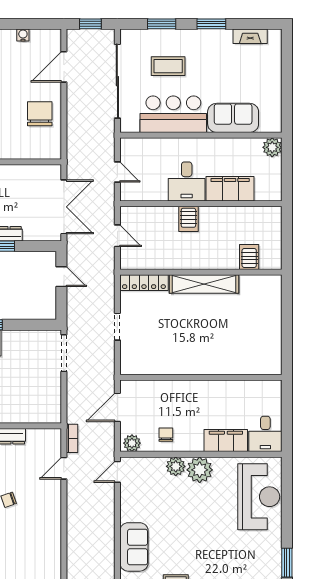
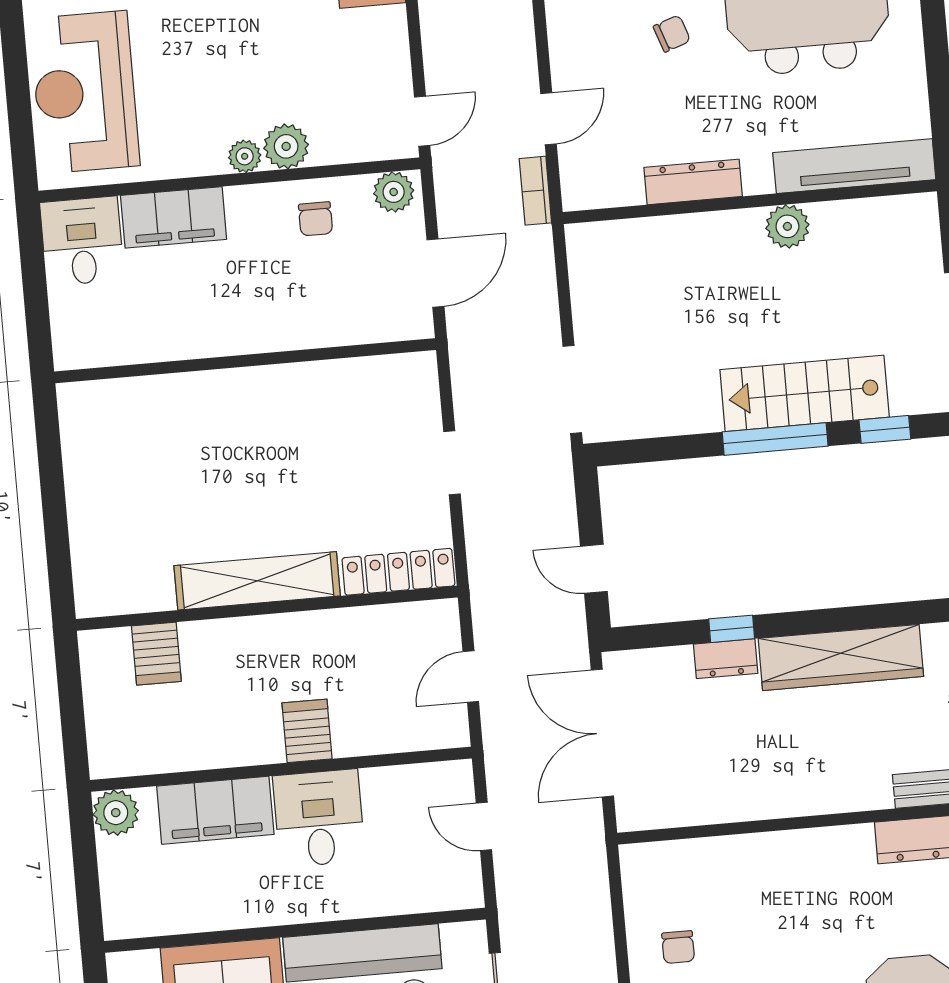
chair: (40, 114) -> (678, 947), width x0.54, depth x0.54
plant: (272, 147) -> (116, 813), moved
door: (117, 236) -> (471, 676), hinge flipped
plant: (200, 470) -> (245, 156), width x0.53, depth x0.53

